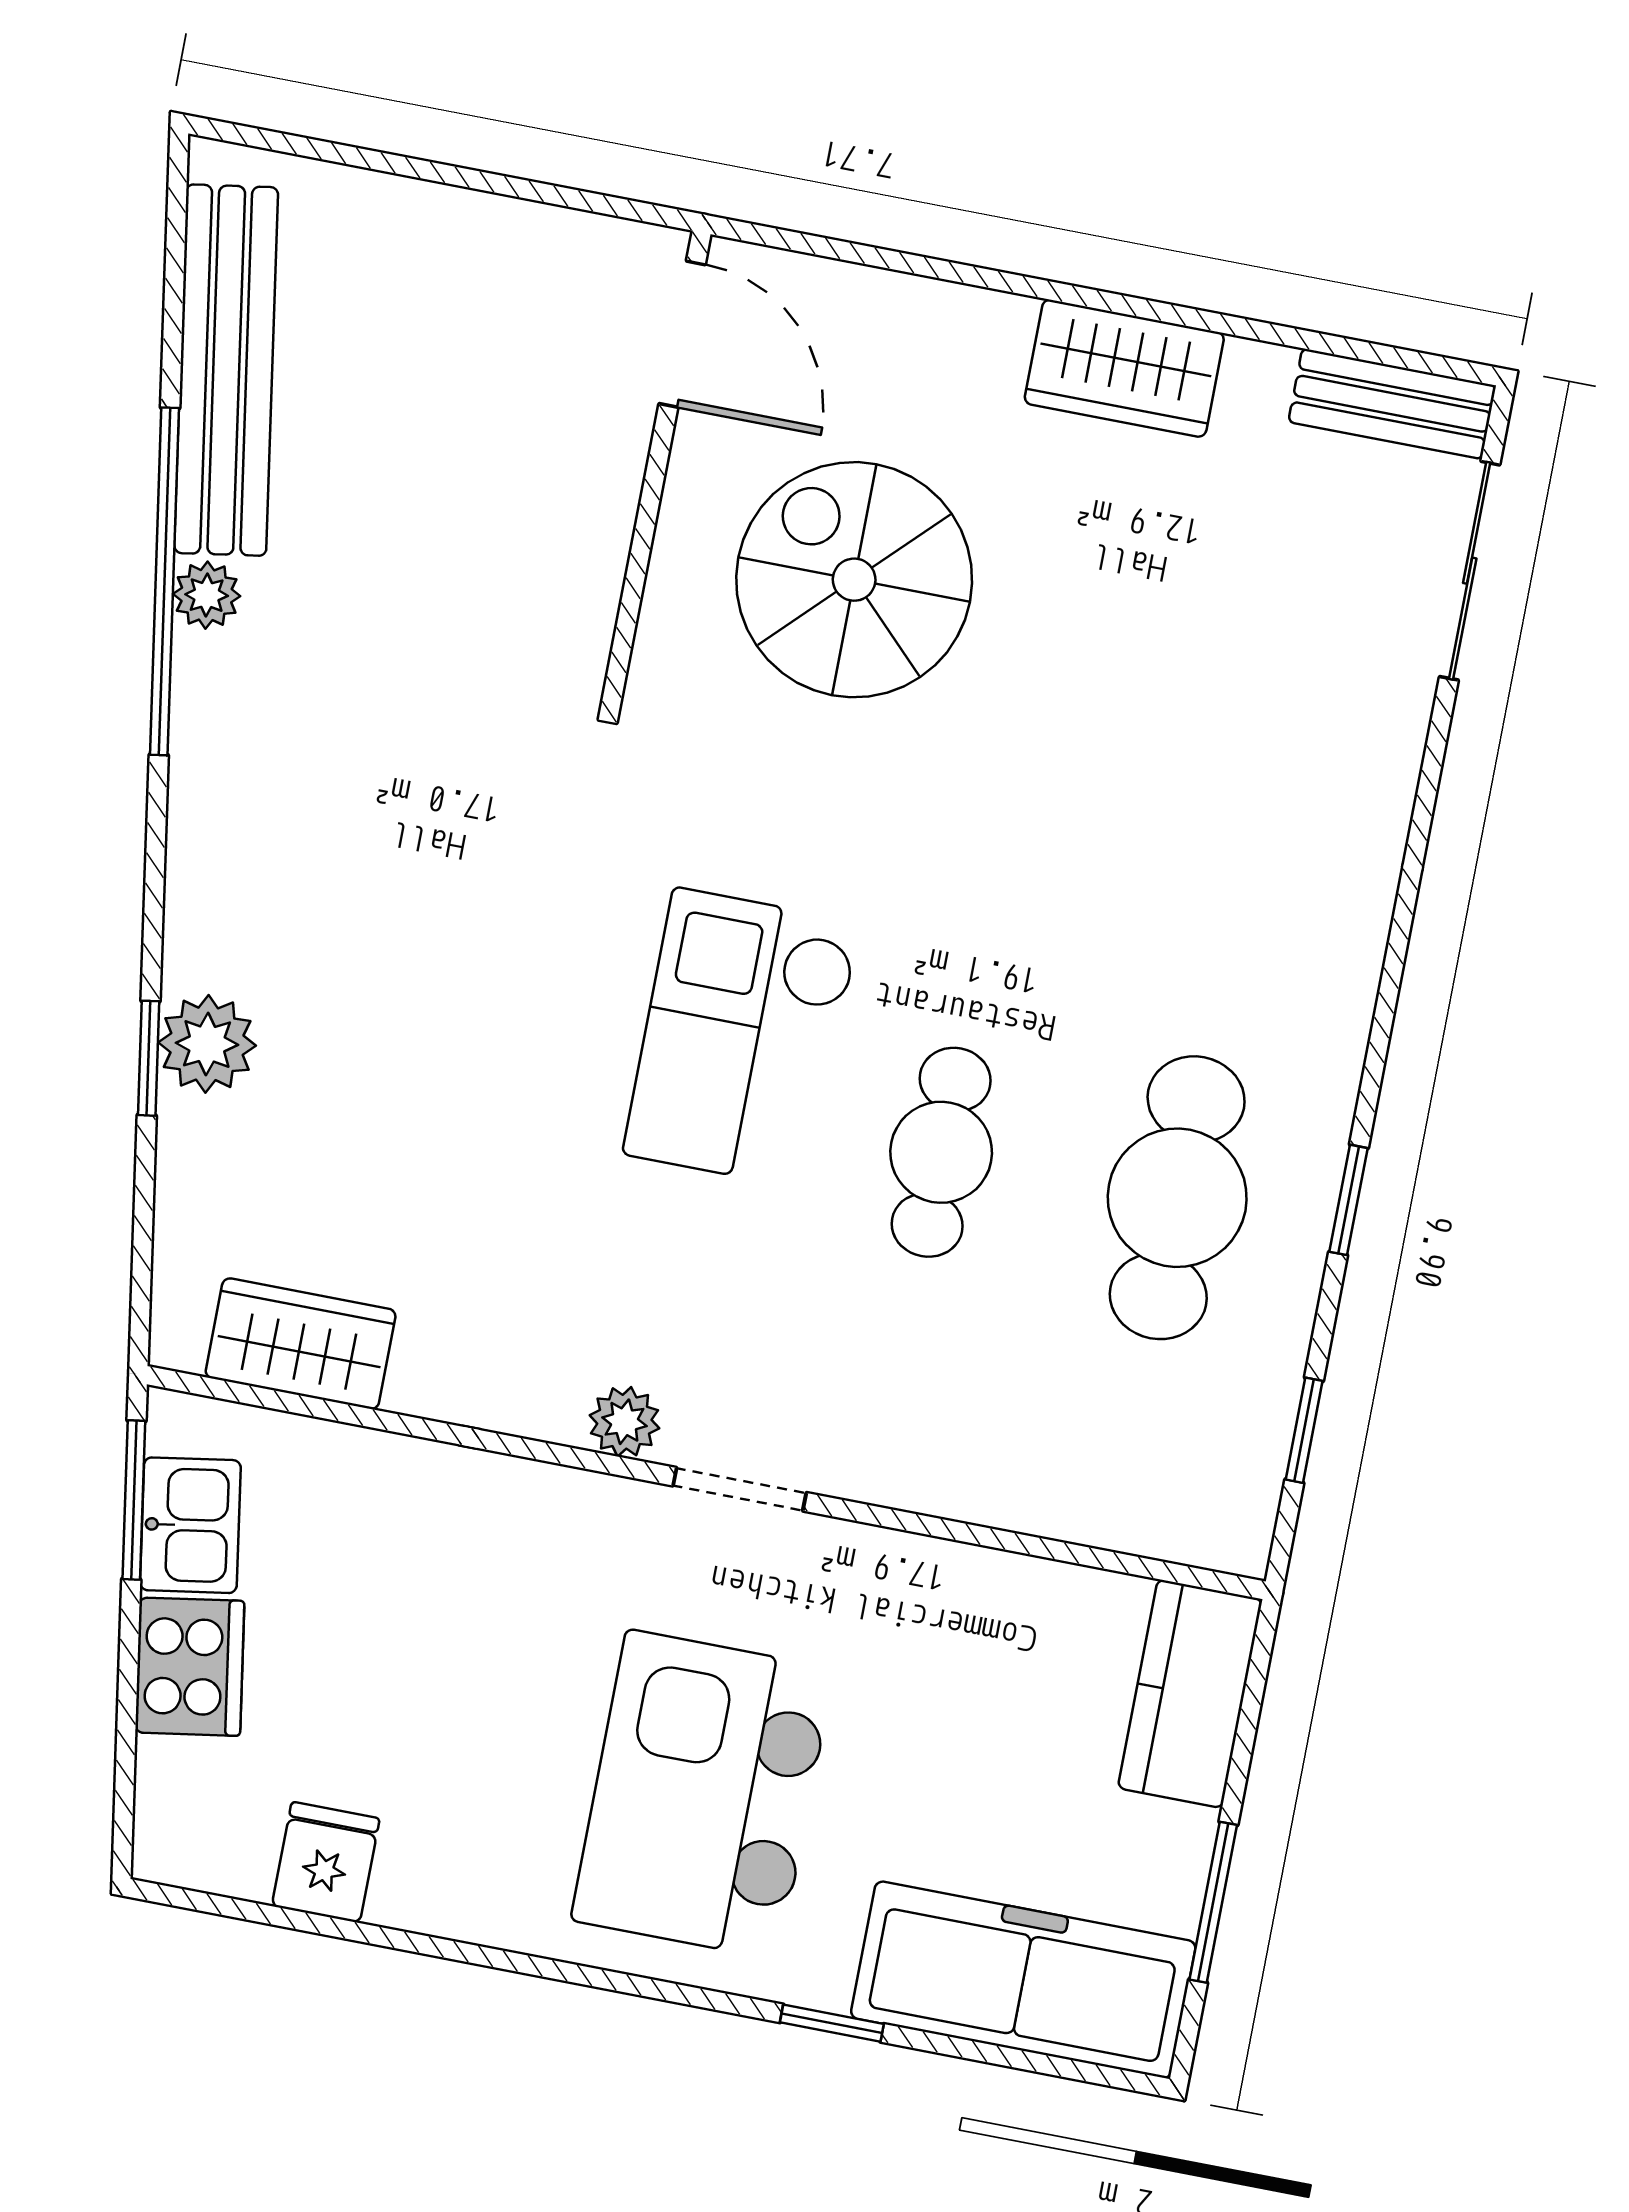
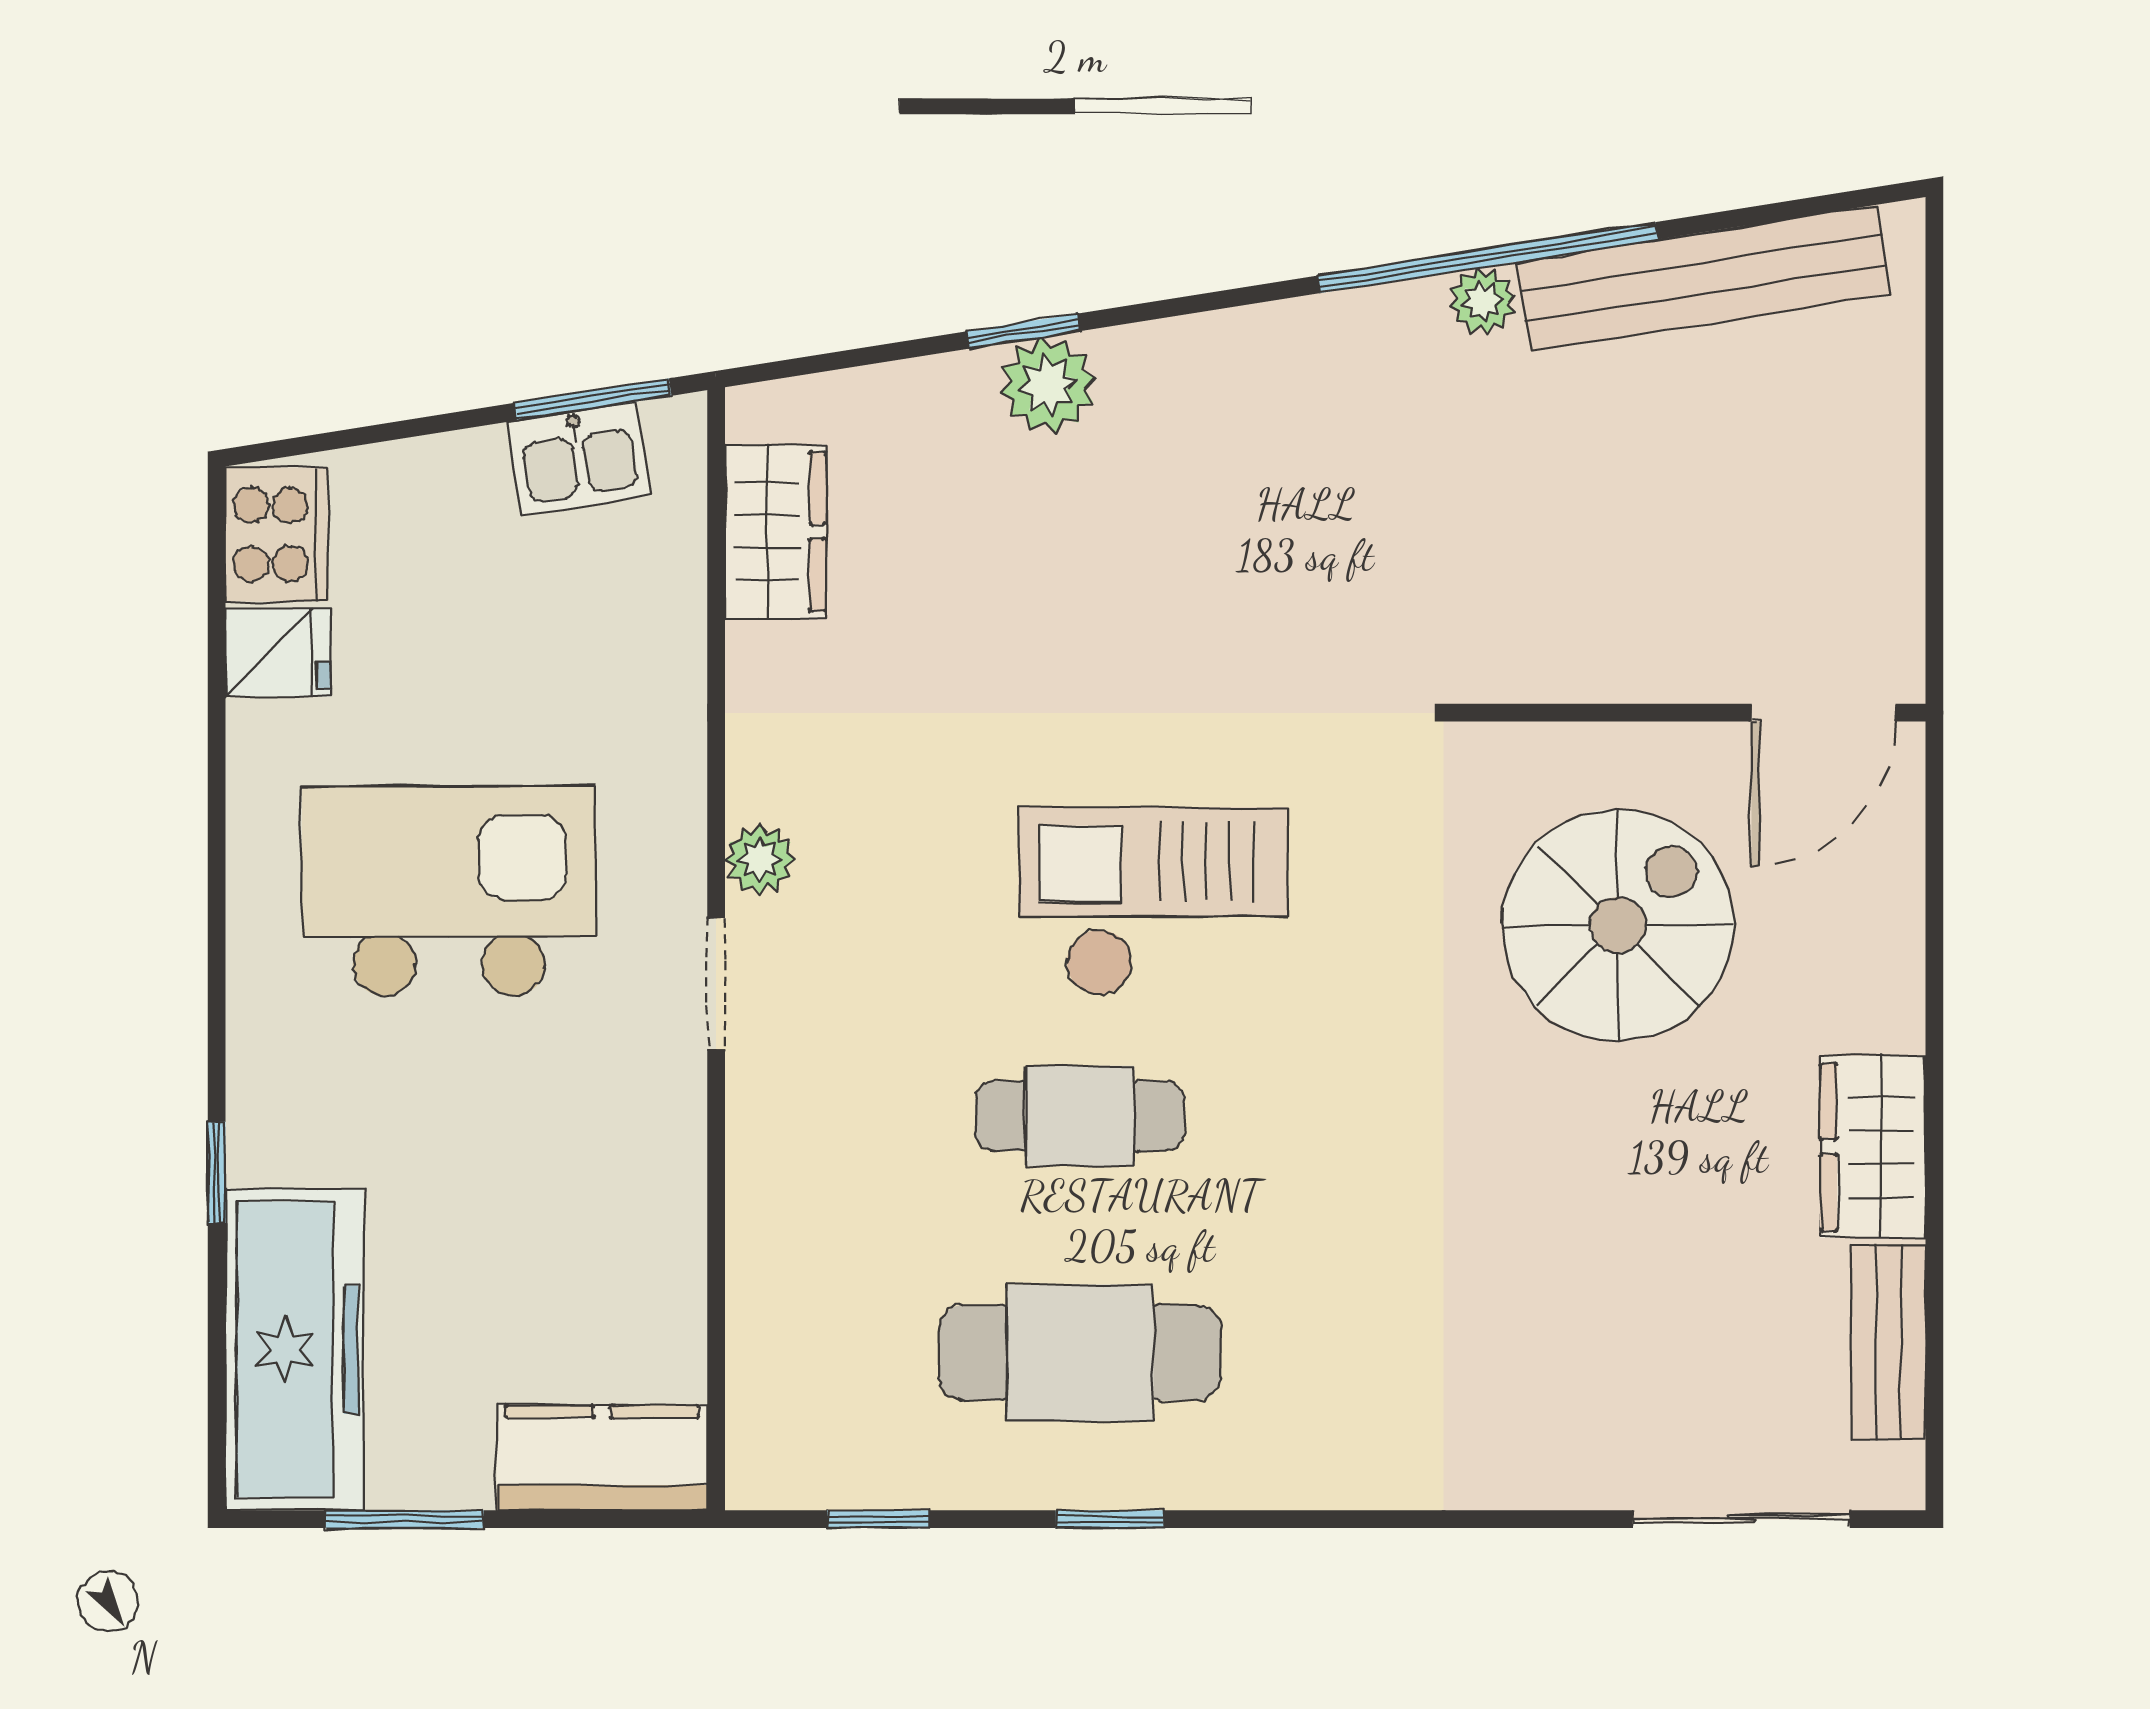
bench: (1392, 404) -> (1889, 1342), moved
cooker: (190, 1667) -> (277, 535), moved, turned -81
kitchen island: (703, 1794) -> (449, 891), moved

